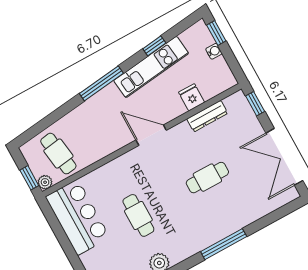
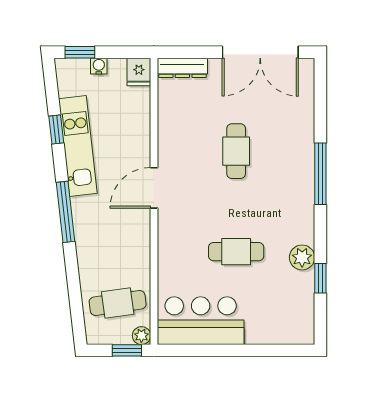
fridge: (192, 97) -> (139, 72), moved, turned -90
window: (255, 104) -> (183, 52), removed
dresser: (207, 116) -> (182, 68), moved, turned 90

